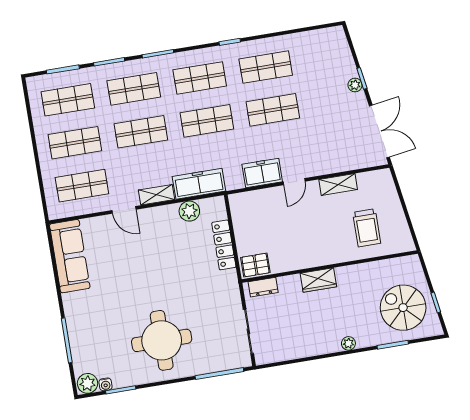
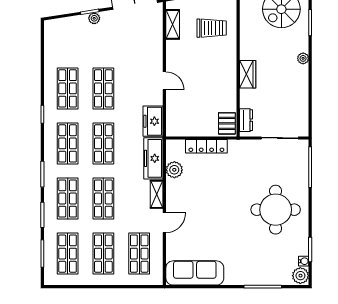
freezer: (262, 173) -> (153, 121), moved
shelving: (338, 185) -> (173, 24), moved

